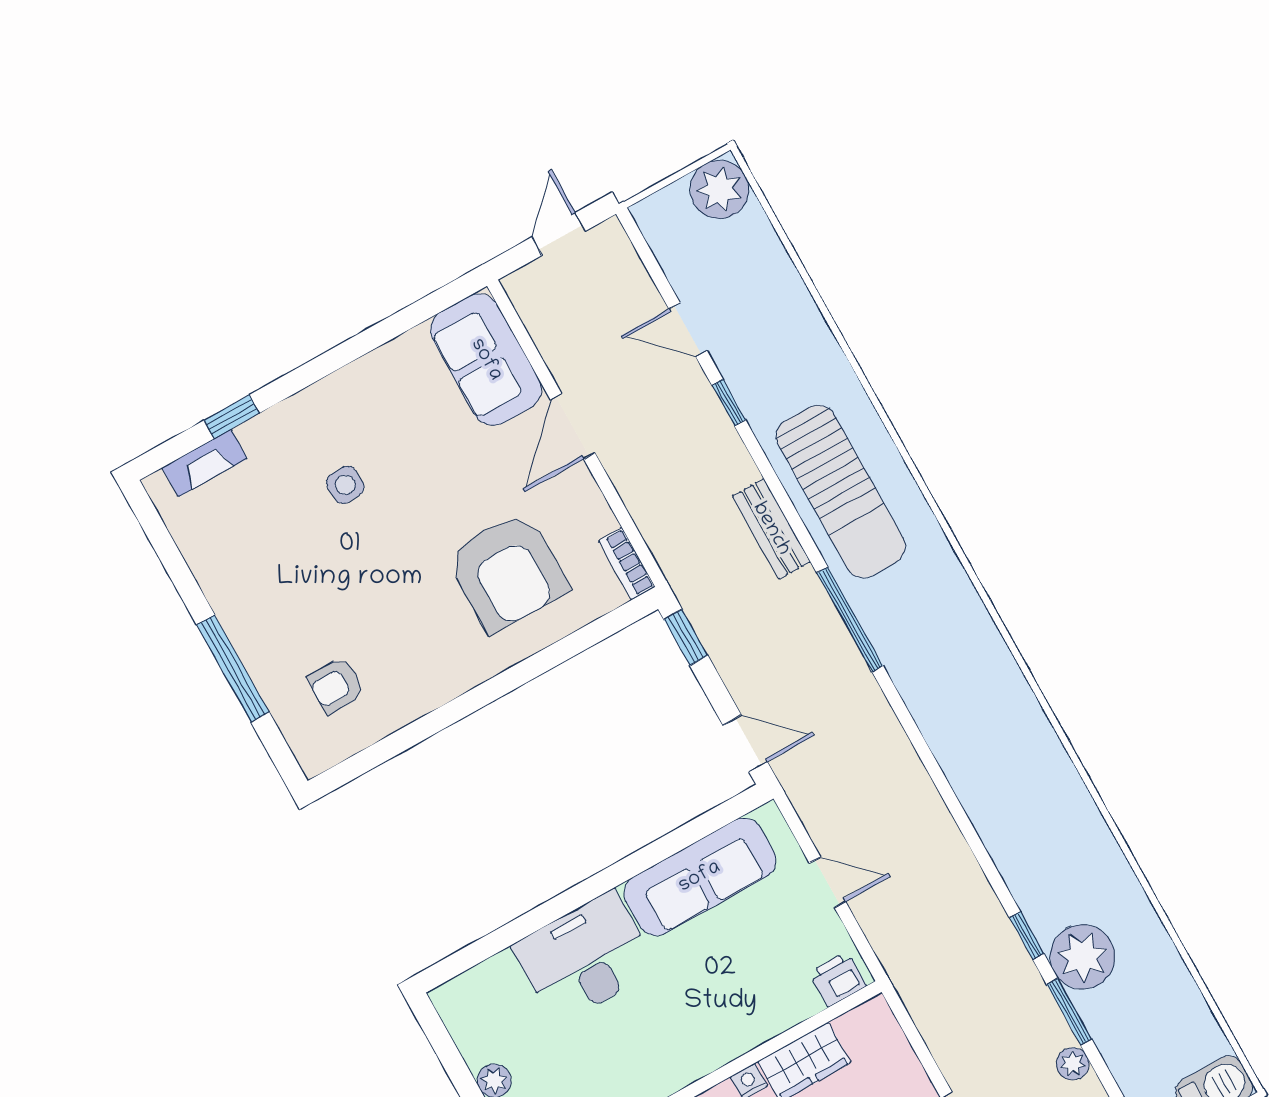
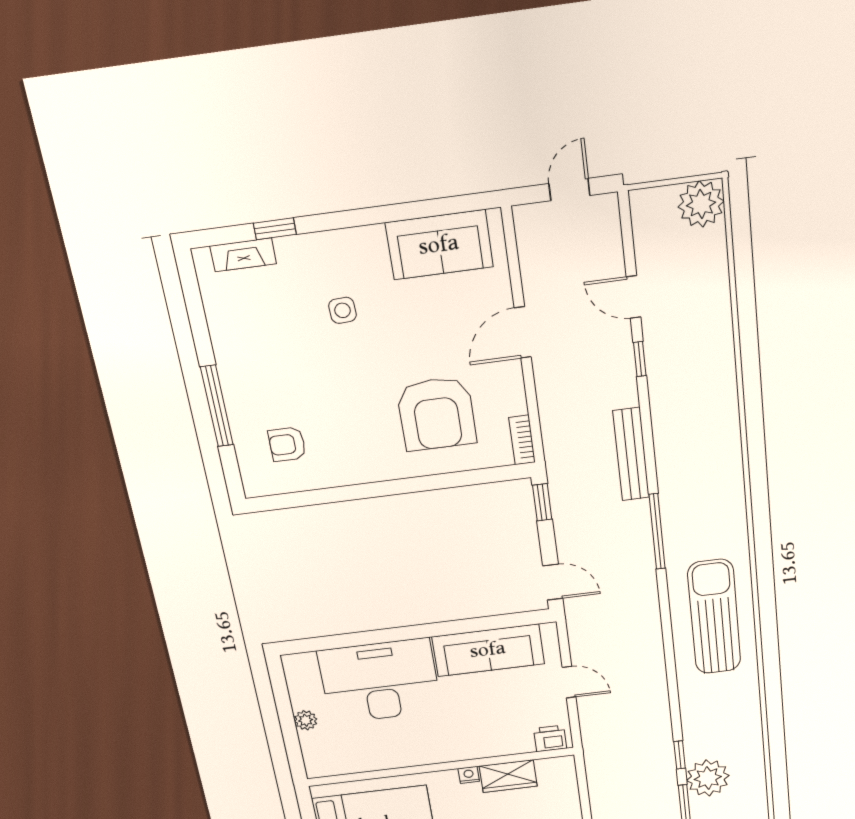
sofa: (486, 360) -> (439, 245), moved, turned -90
sun lounger: (841, 491) -> (714, 617), moved, turned 180
bench: (771, 529) -> (631, 454), width x1.36
desk: (585, 958) -> (380, 681), width x1.36, depth x1.30

